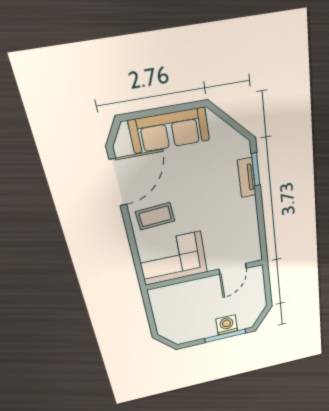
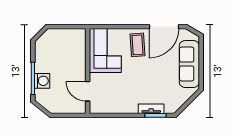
door: (118, 182) -> (164, 27), hinge flipped

